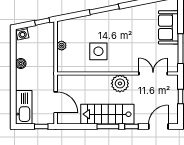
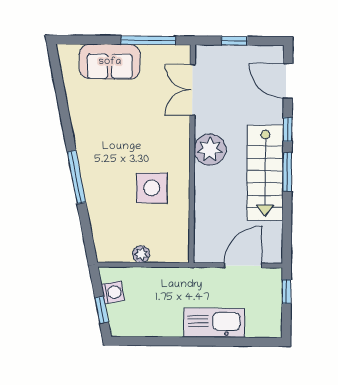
window: (42, 22) -> (102, 310), moved
washing machine: (22, 34) -> (113, 292), moved
boiler: (21, 64) -> (173, 328), removed
kitchen sink: (24, 107) -> (214, 323), moved

